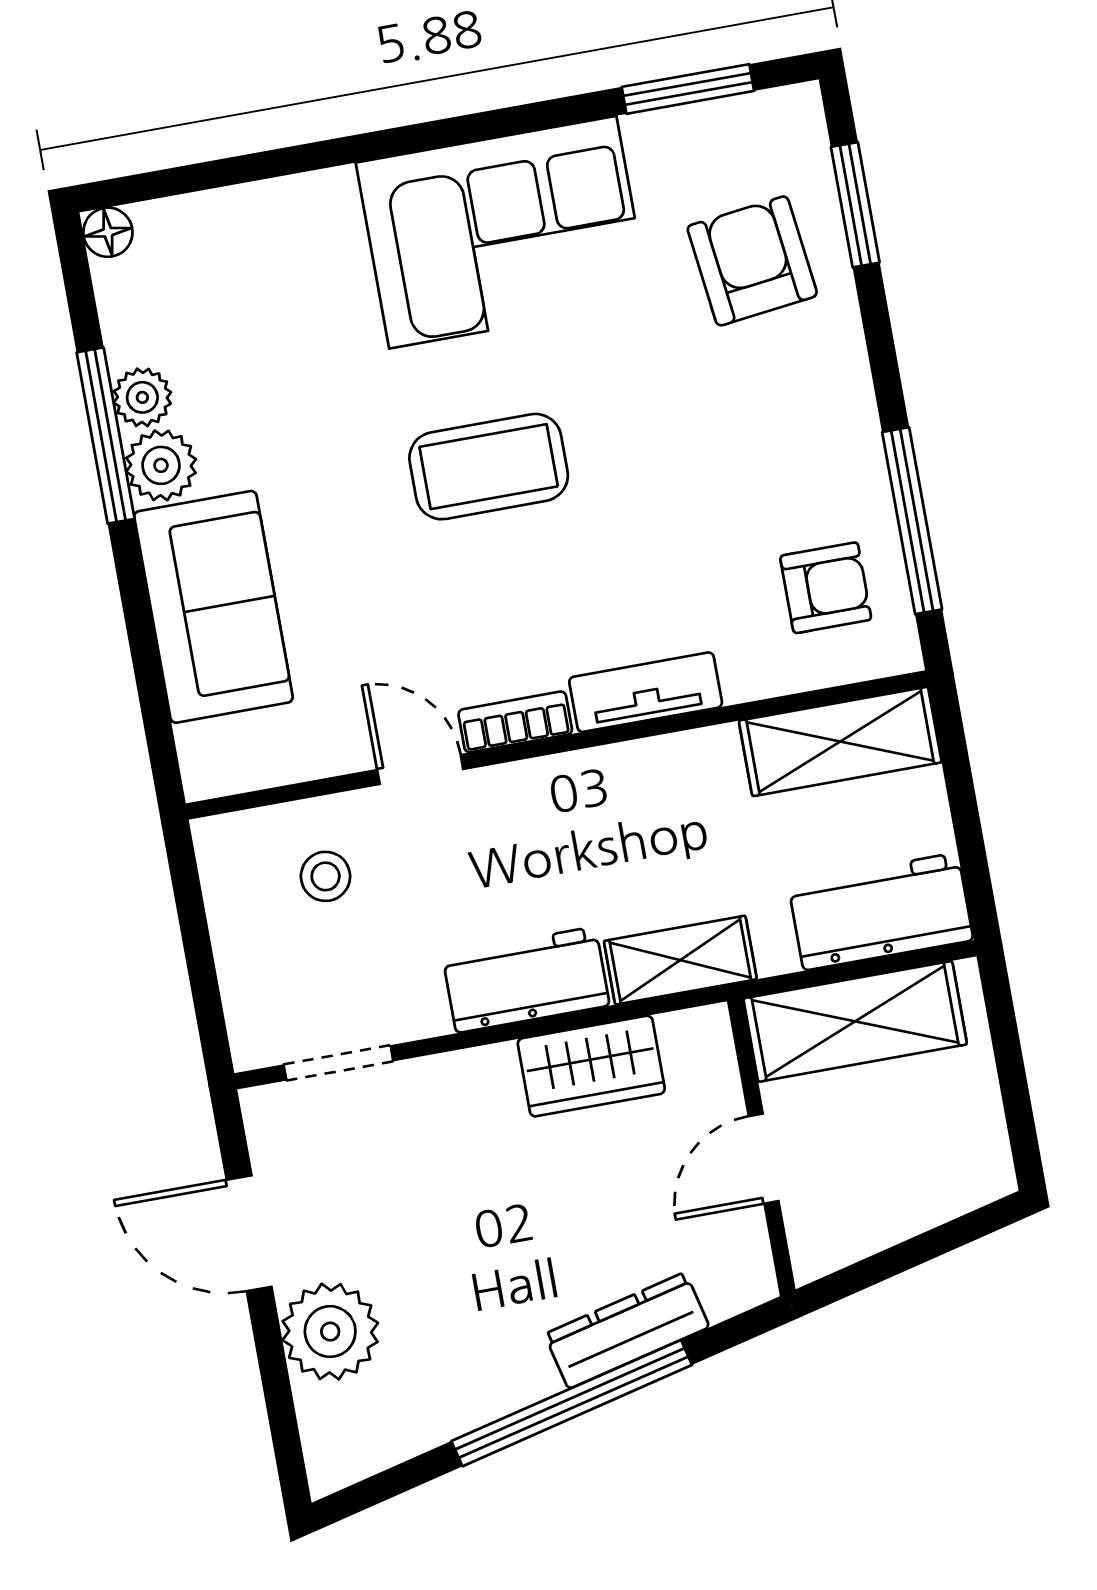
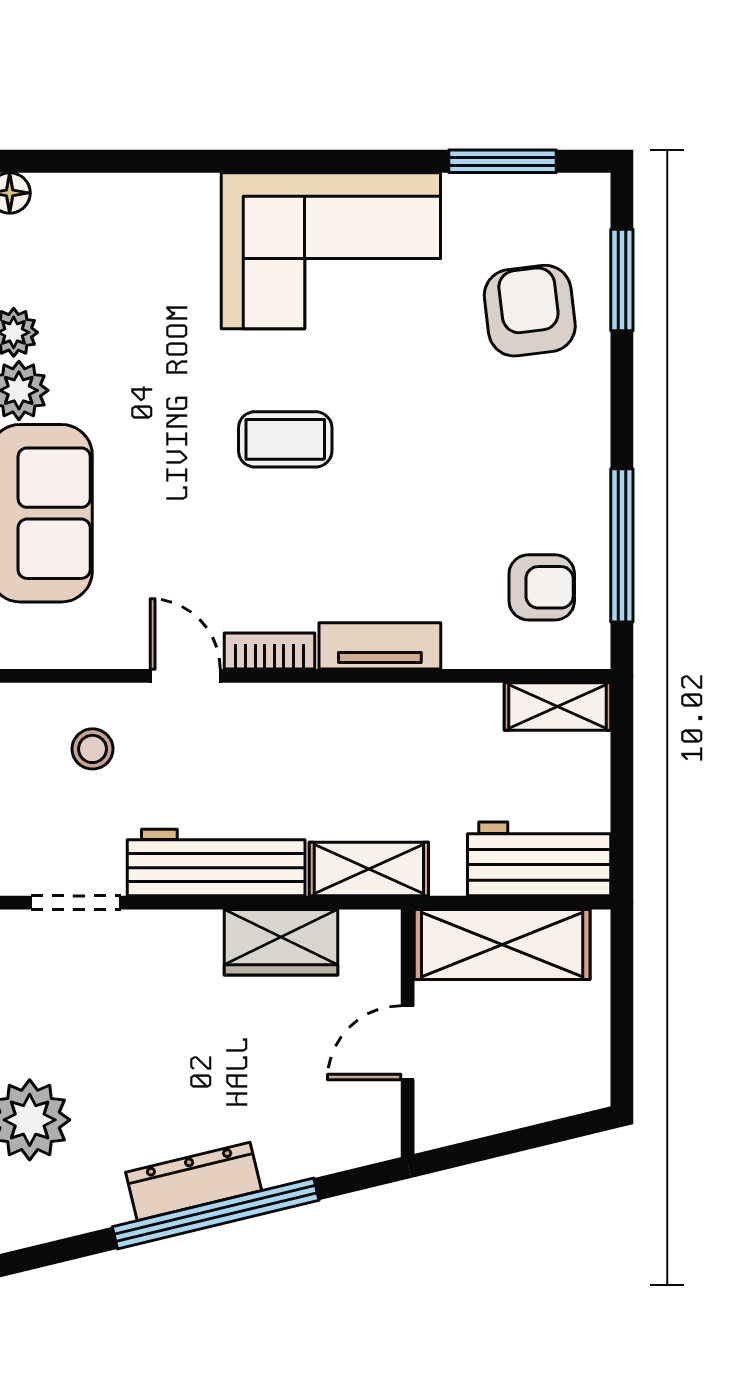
coffee table: (489, 467) -> (285, 439), width x0.73, depth x0.77
shelving: (840, 741) -> (558, 707), width x0.67, depth x0.75
workbench: (526, 980) -> (216, 862), width x1.38
dresser: (627, 1331) -> (194, 1181), moved

